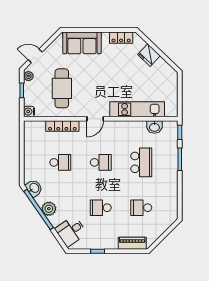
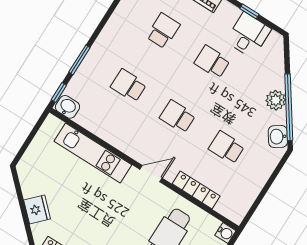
washbasin: (154, 127) -> (67, 107), moved
school desk: (141, 162) -> (129, 86), width x0.54
school desk: (101, 208) -> (212, 62), turned 180
school desk: (141, 208) -> (163, 31), turned -90
desk: (71, 231) -> (248, 35), moved, turned -56

